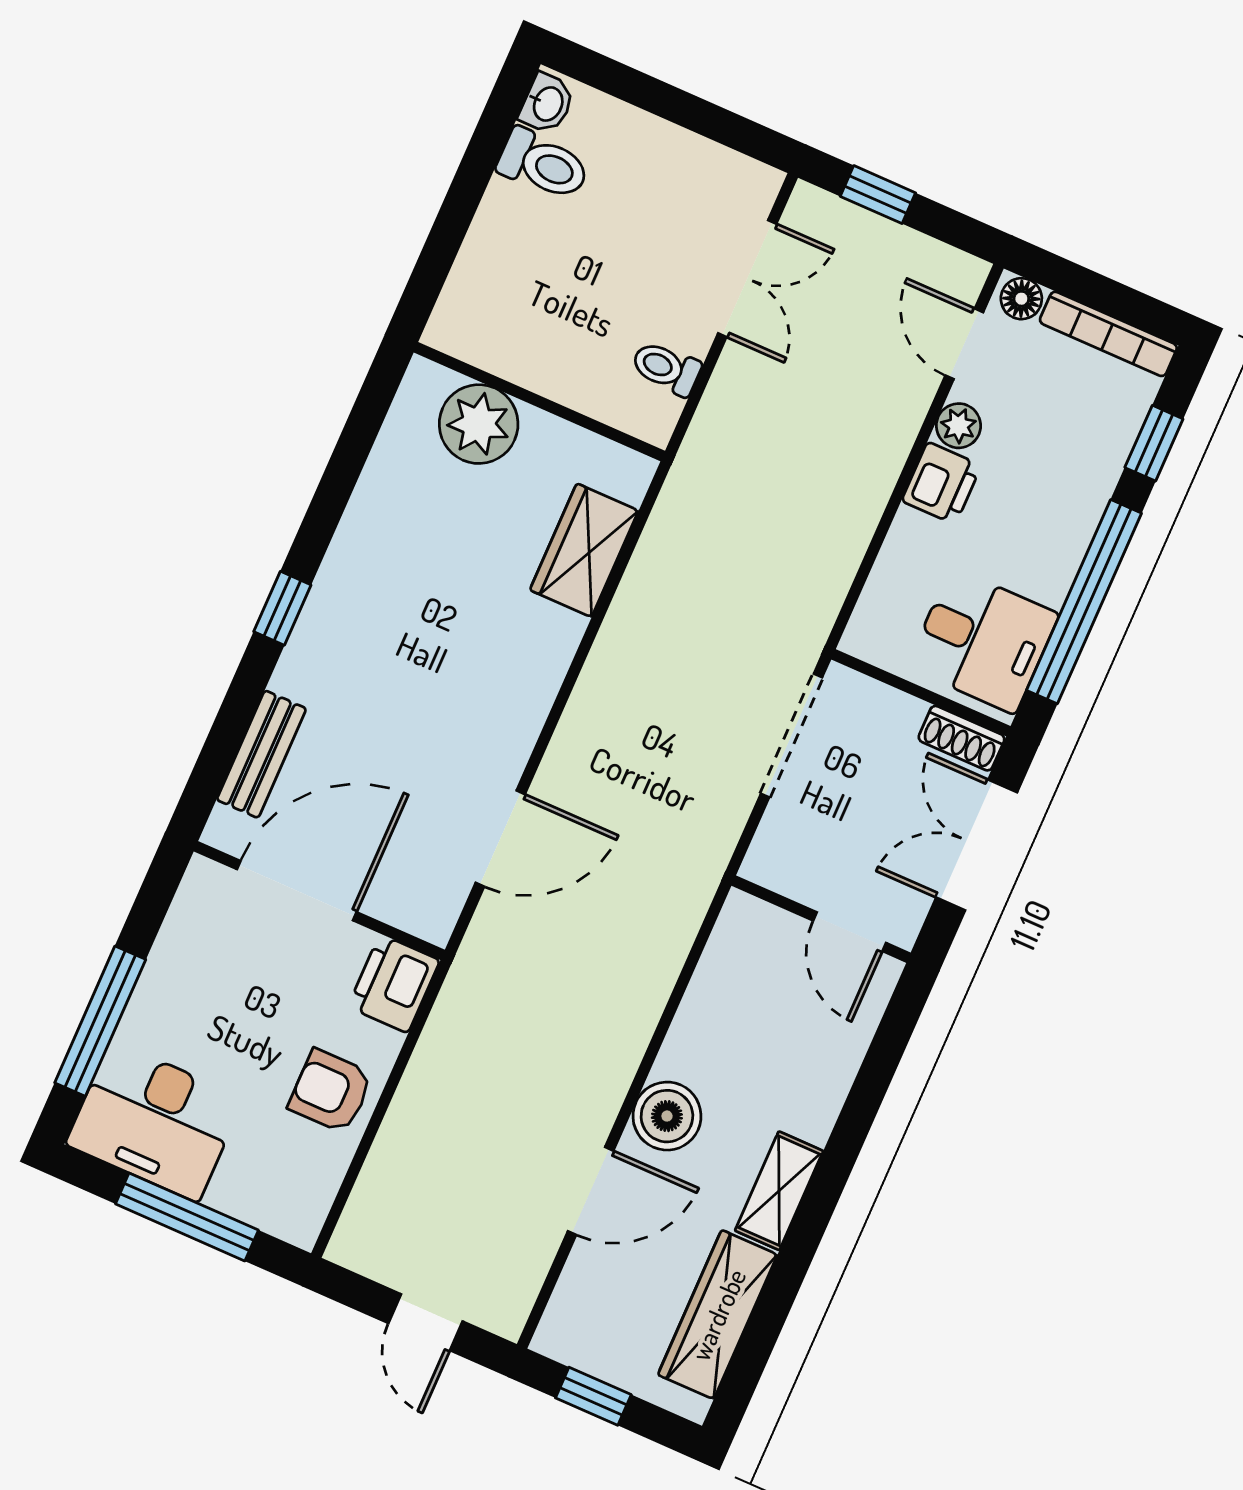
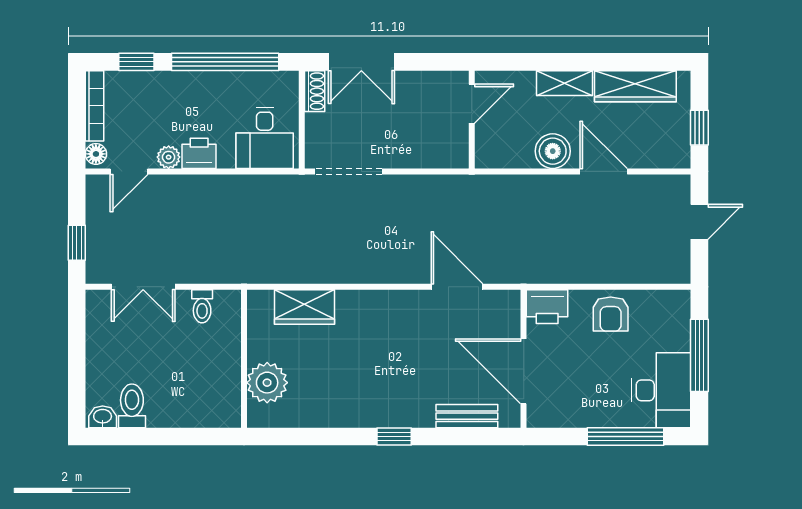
double door: (747, 279) -> (143, 287), swing flipped
desk: (983, 641) -> (265, 138), moved, turned 180
wall: (821, 919) -> (472, 120), moved
door: (850, 932) -> (472, 104), moved

